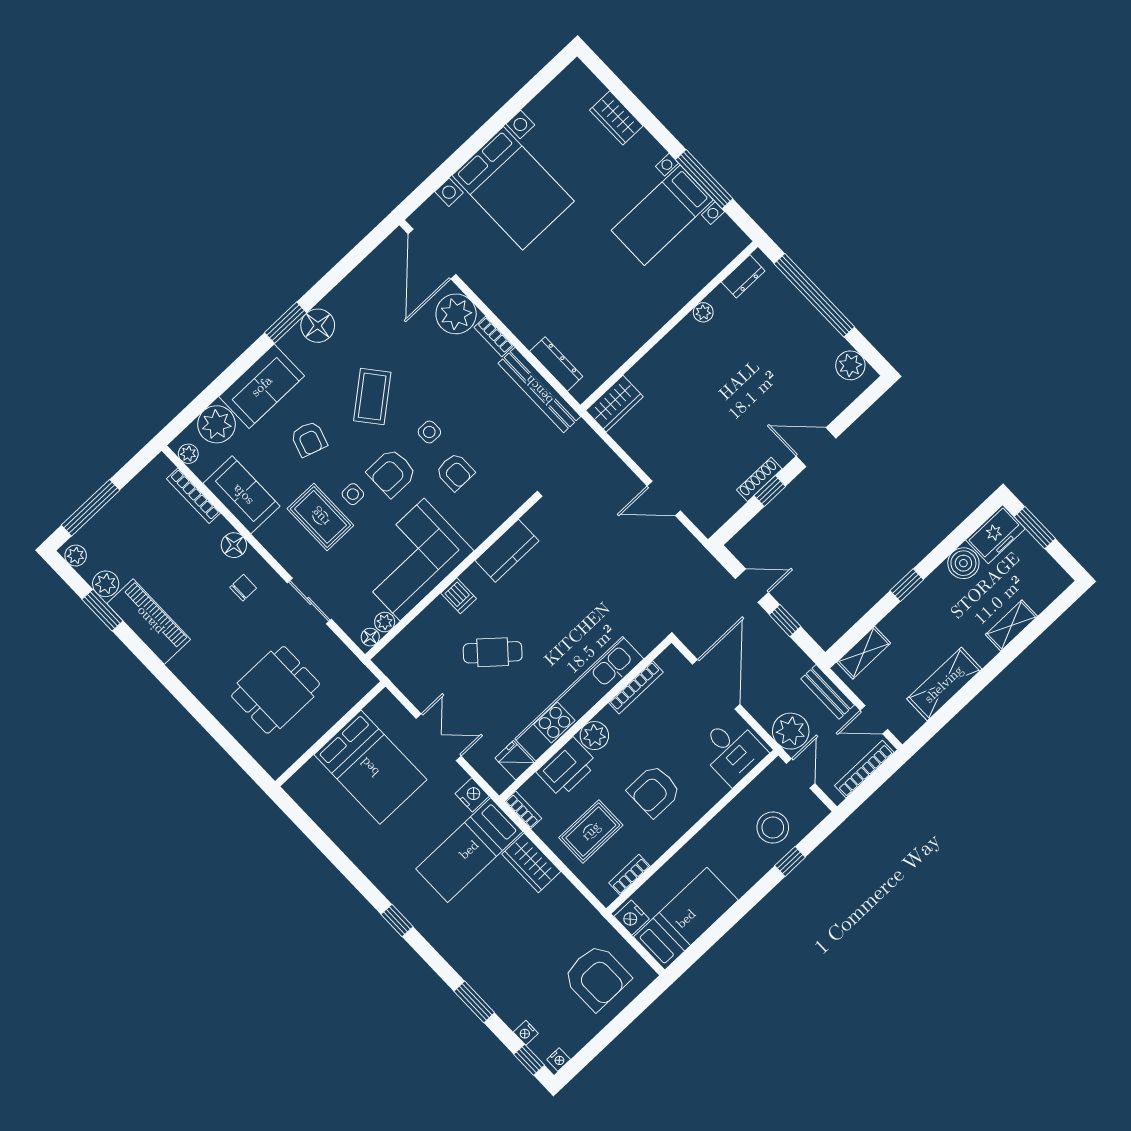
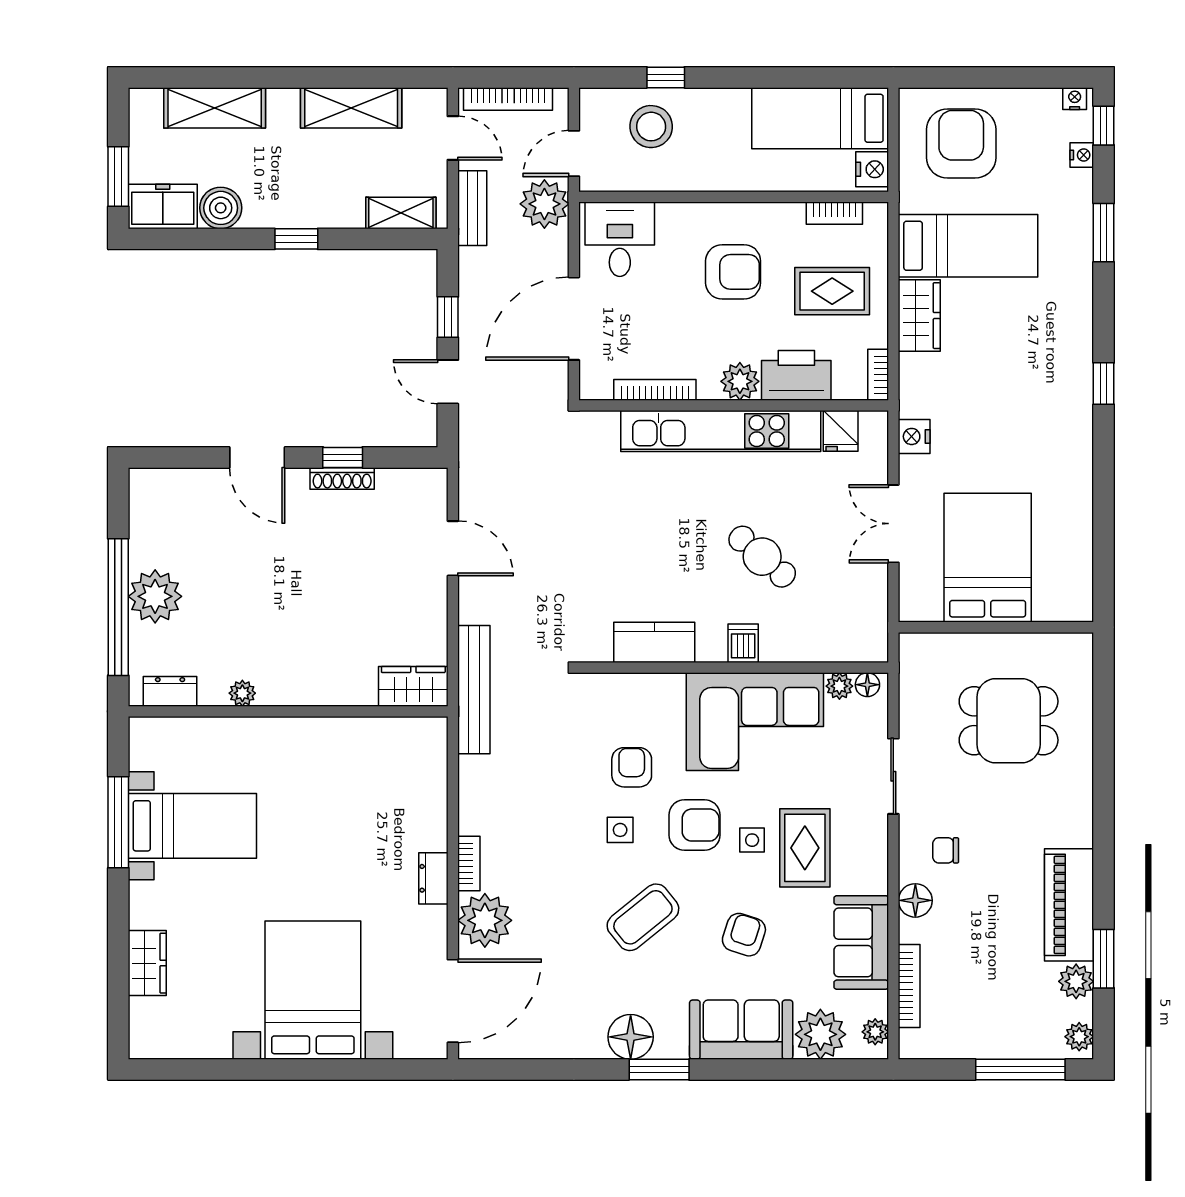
dresser: (556, 364) -> (433, 878), moved, width x0.70
plant: (850, 365) -> (155, 596), moved, width x1.36, depth x1.36
bench: (539, 390) -> (474, 690), moved
shelving: (1011, 625) -> (215, 108), width x1.50, depth x1.33
bed: (469, 850) -> (968, 246), moved

